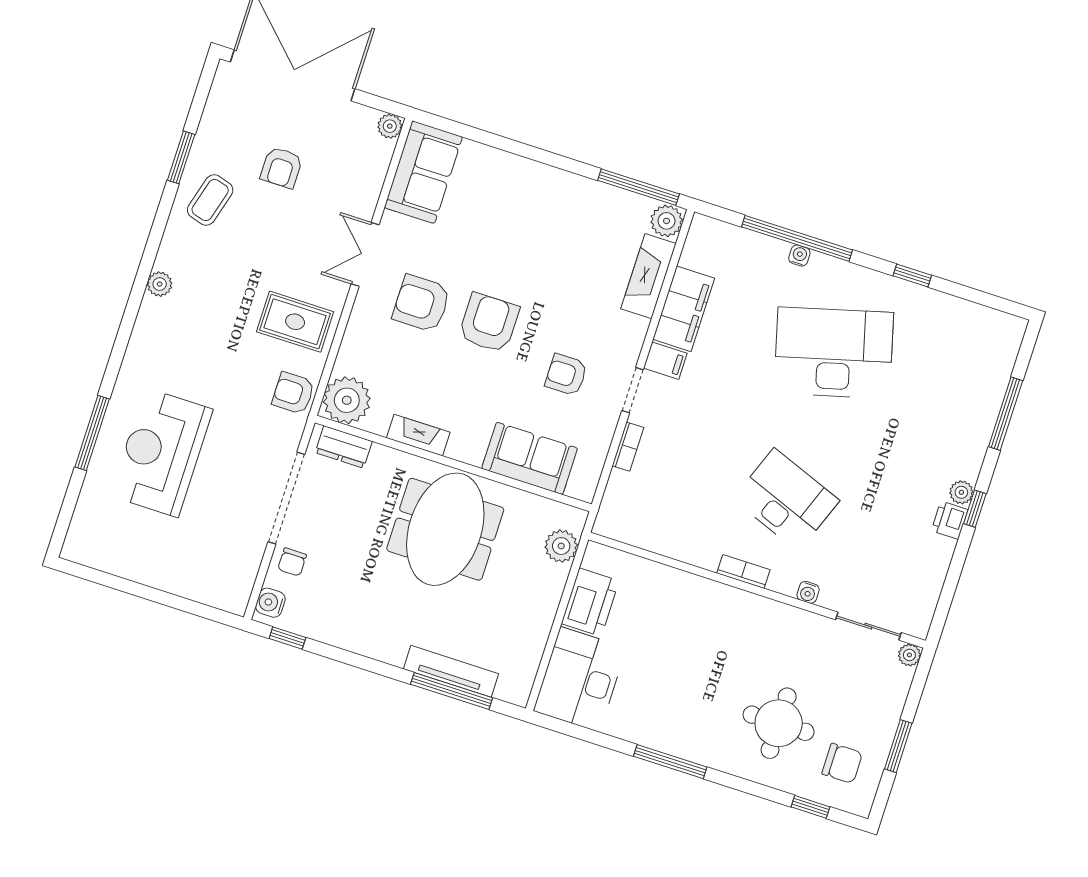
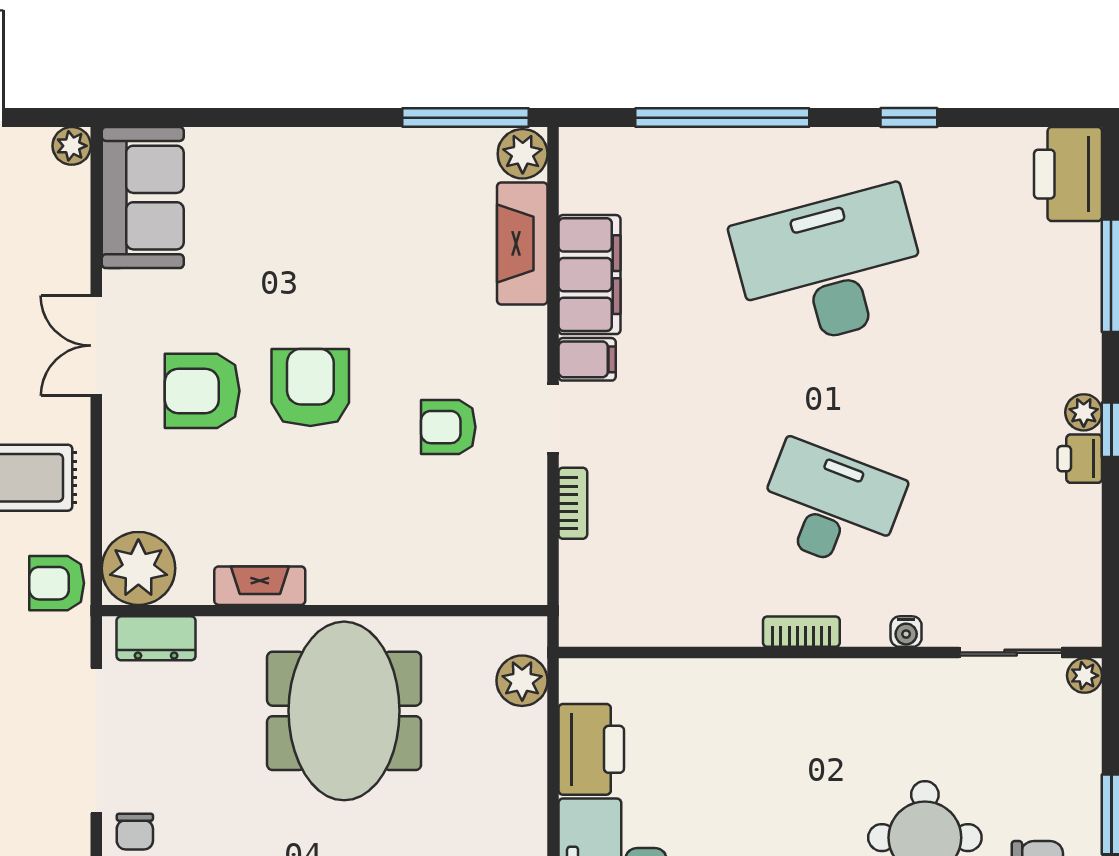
water cooler: (799, 256) -> (734, 142), removed
printer: (999, 342) -> (1068, 174), added
sofa: (530, 458) -> (434, 567), removed

